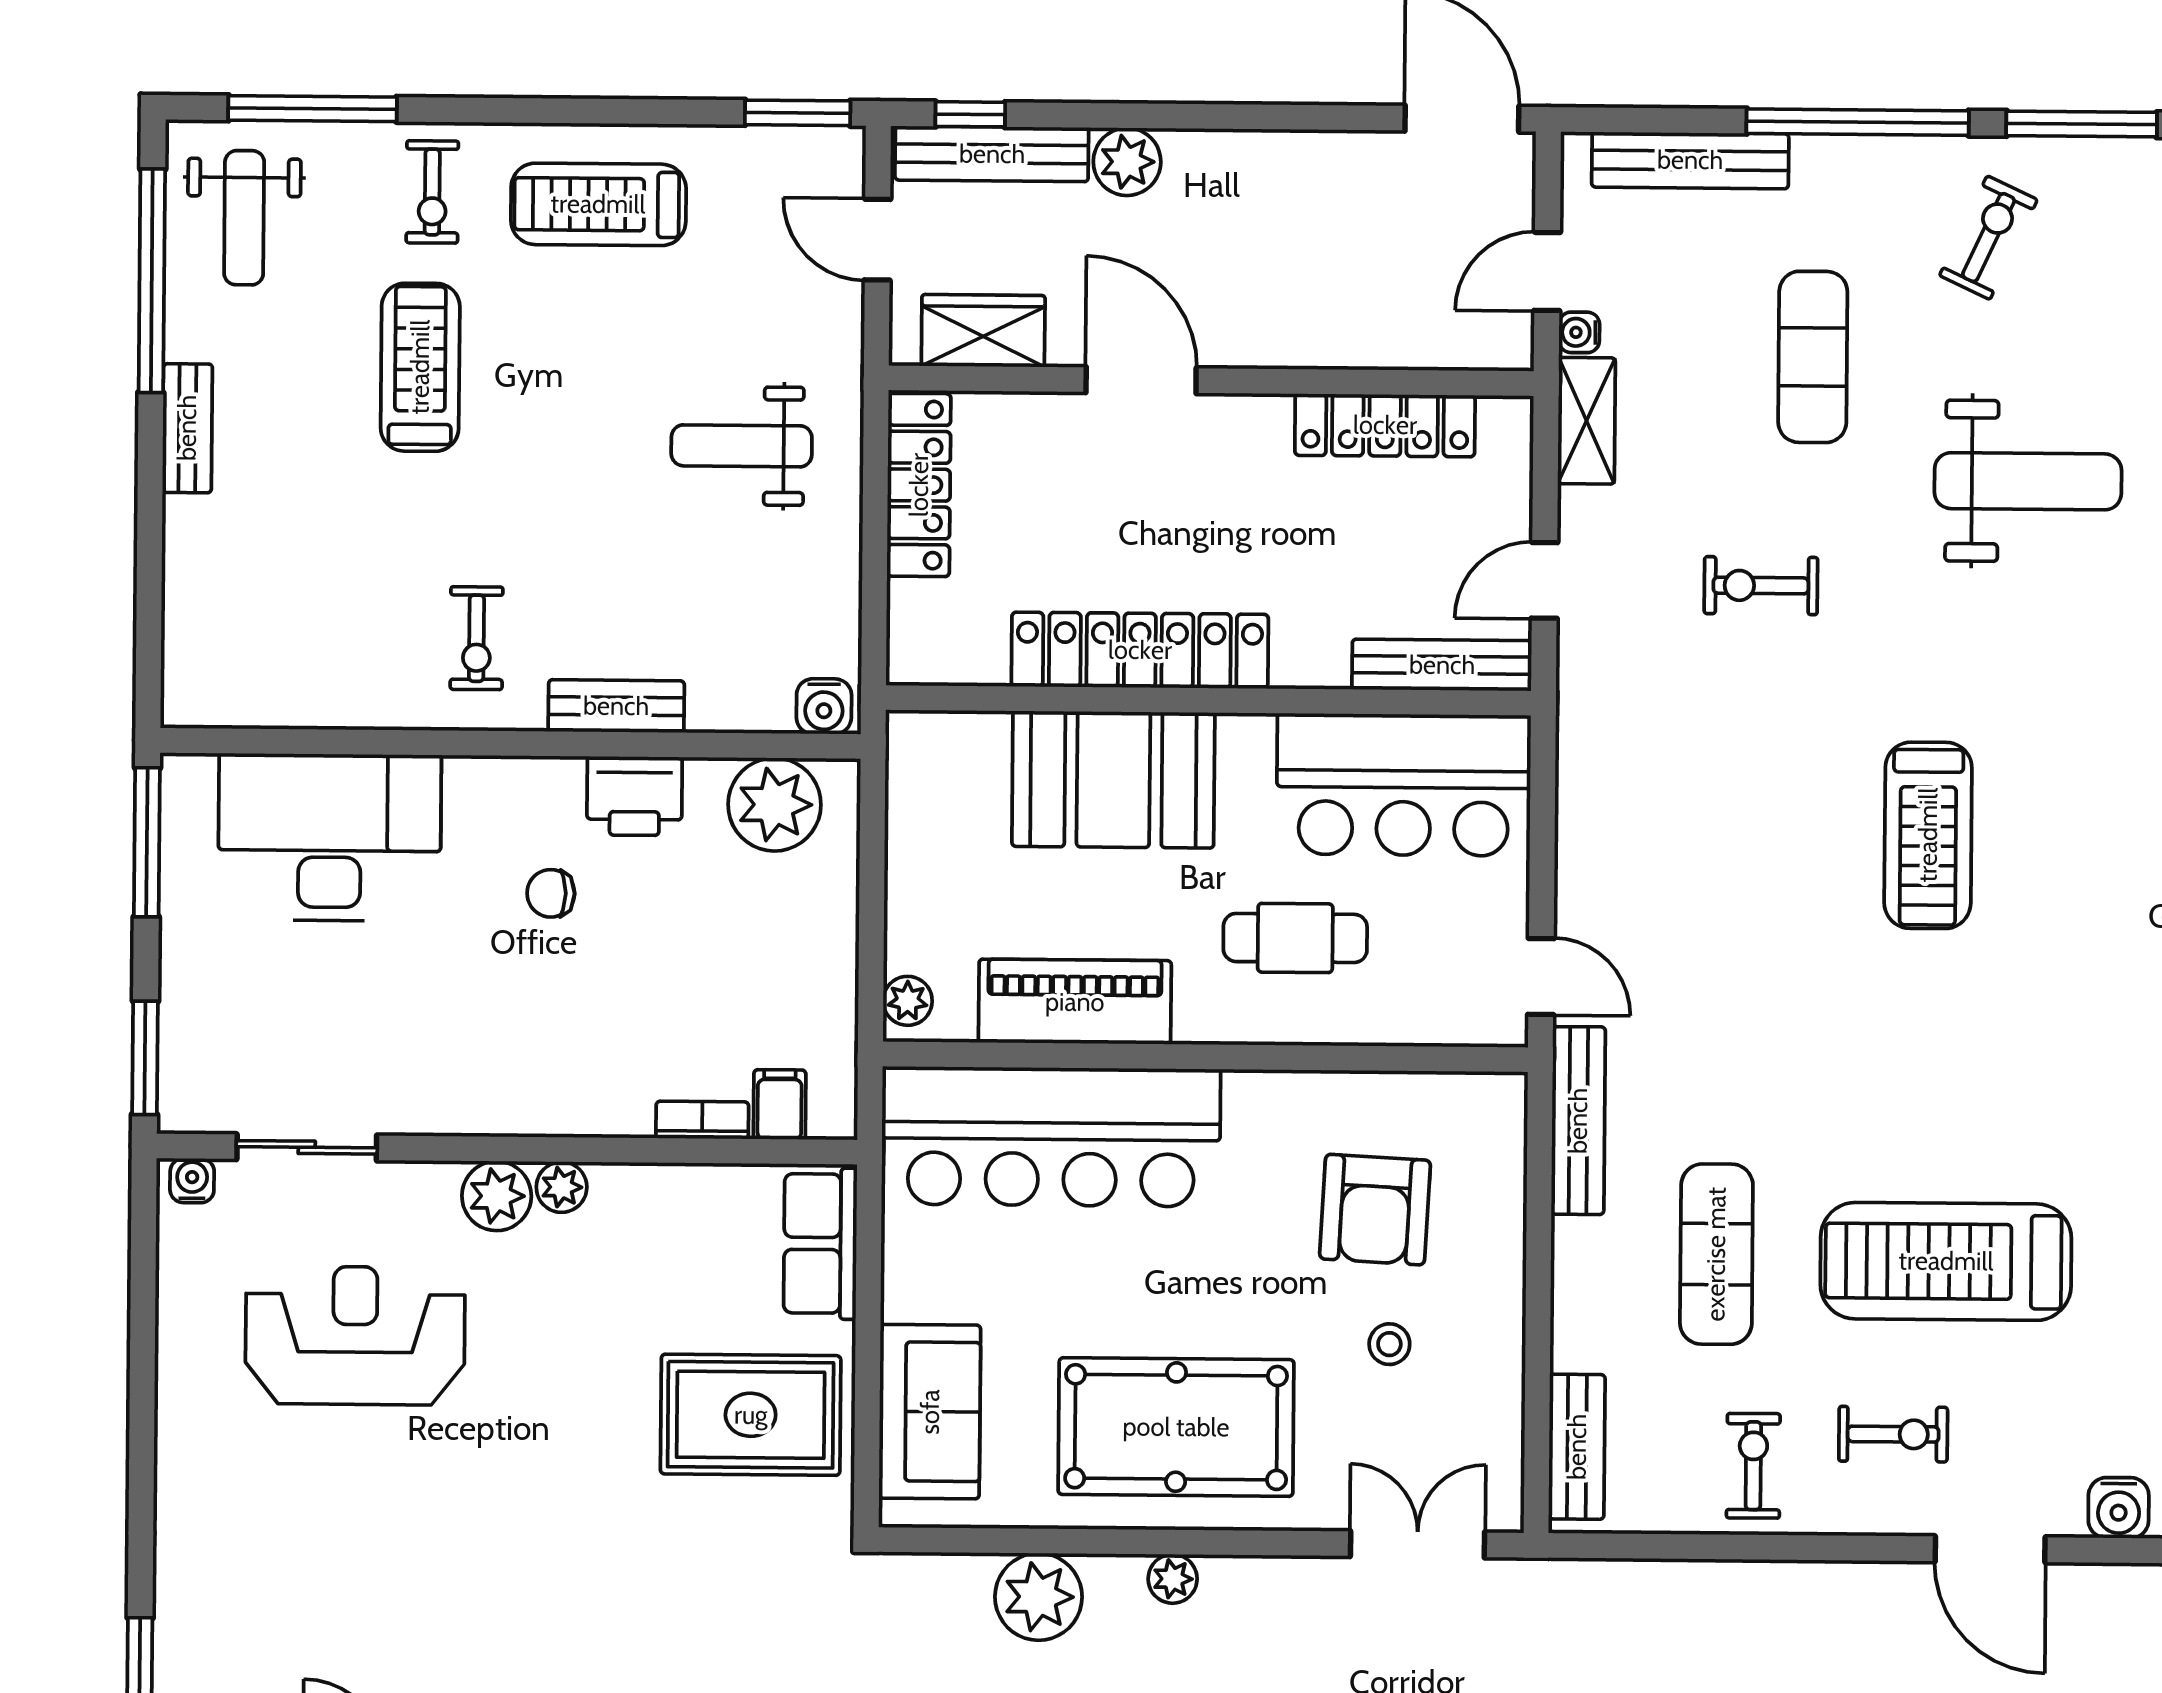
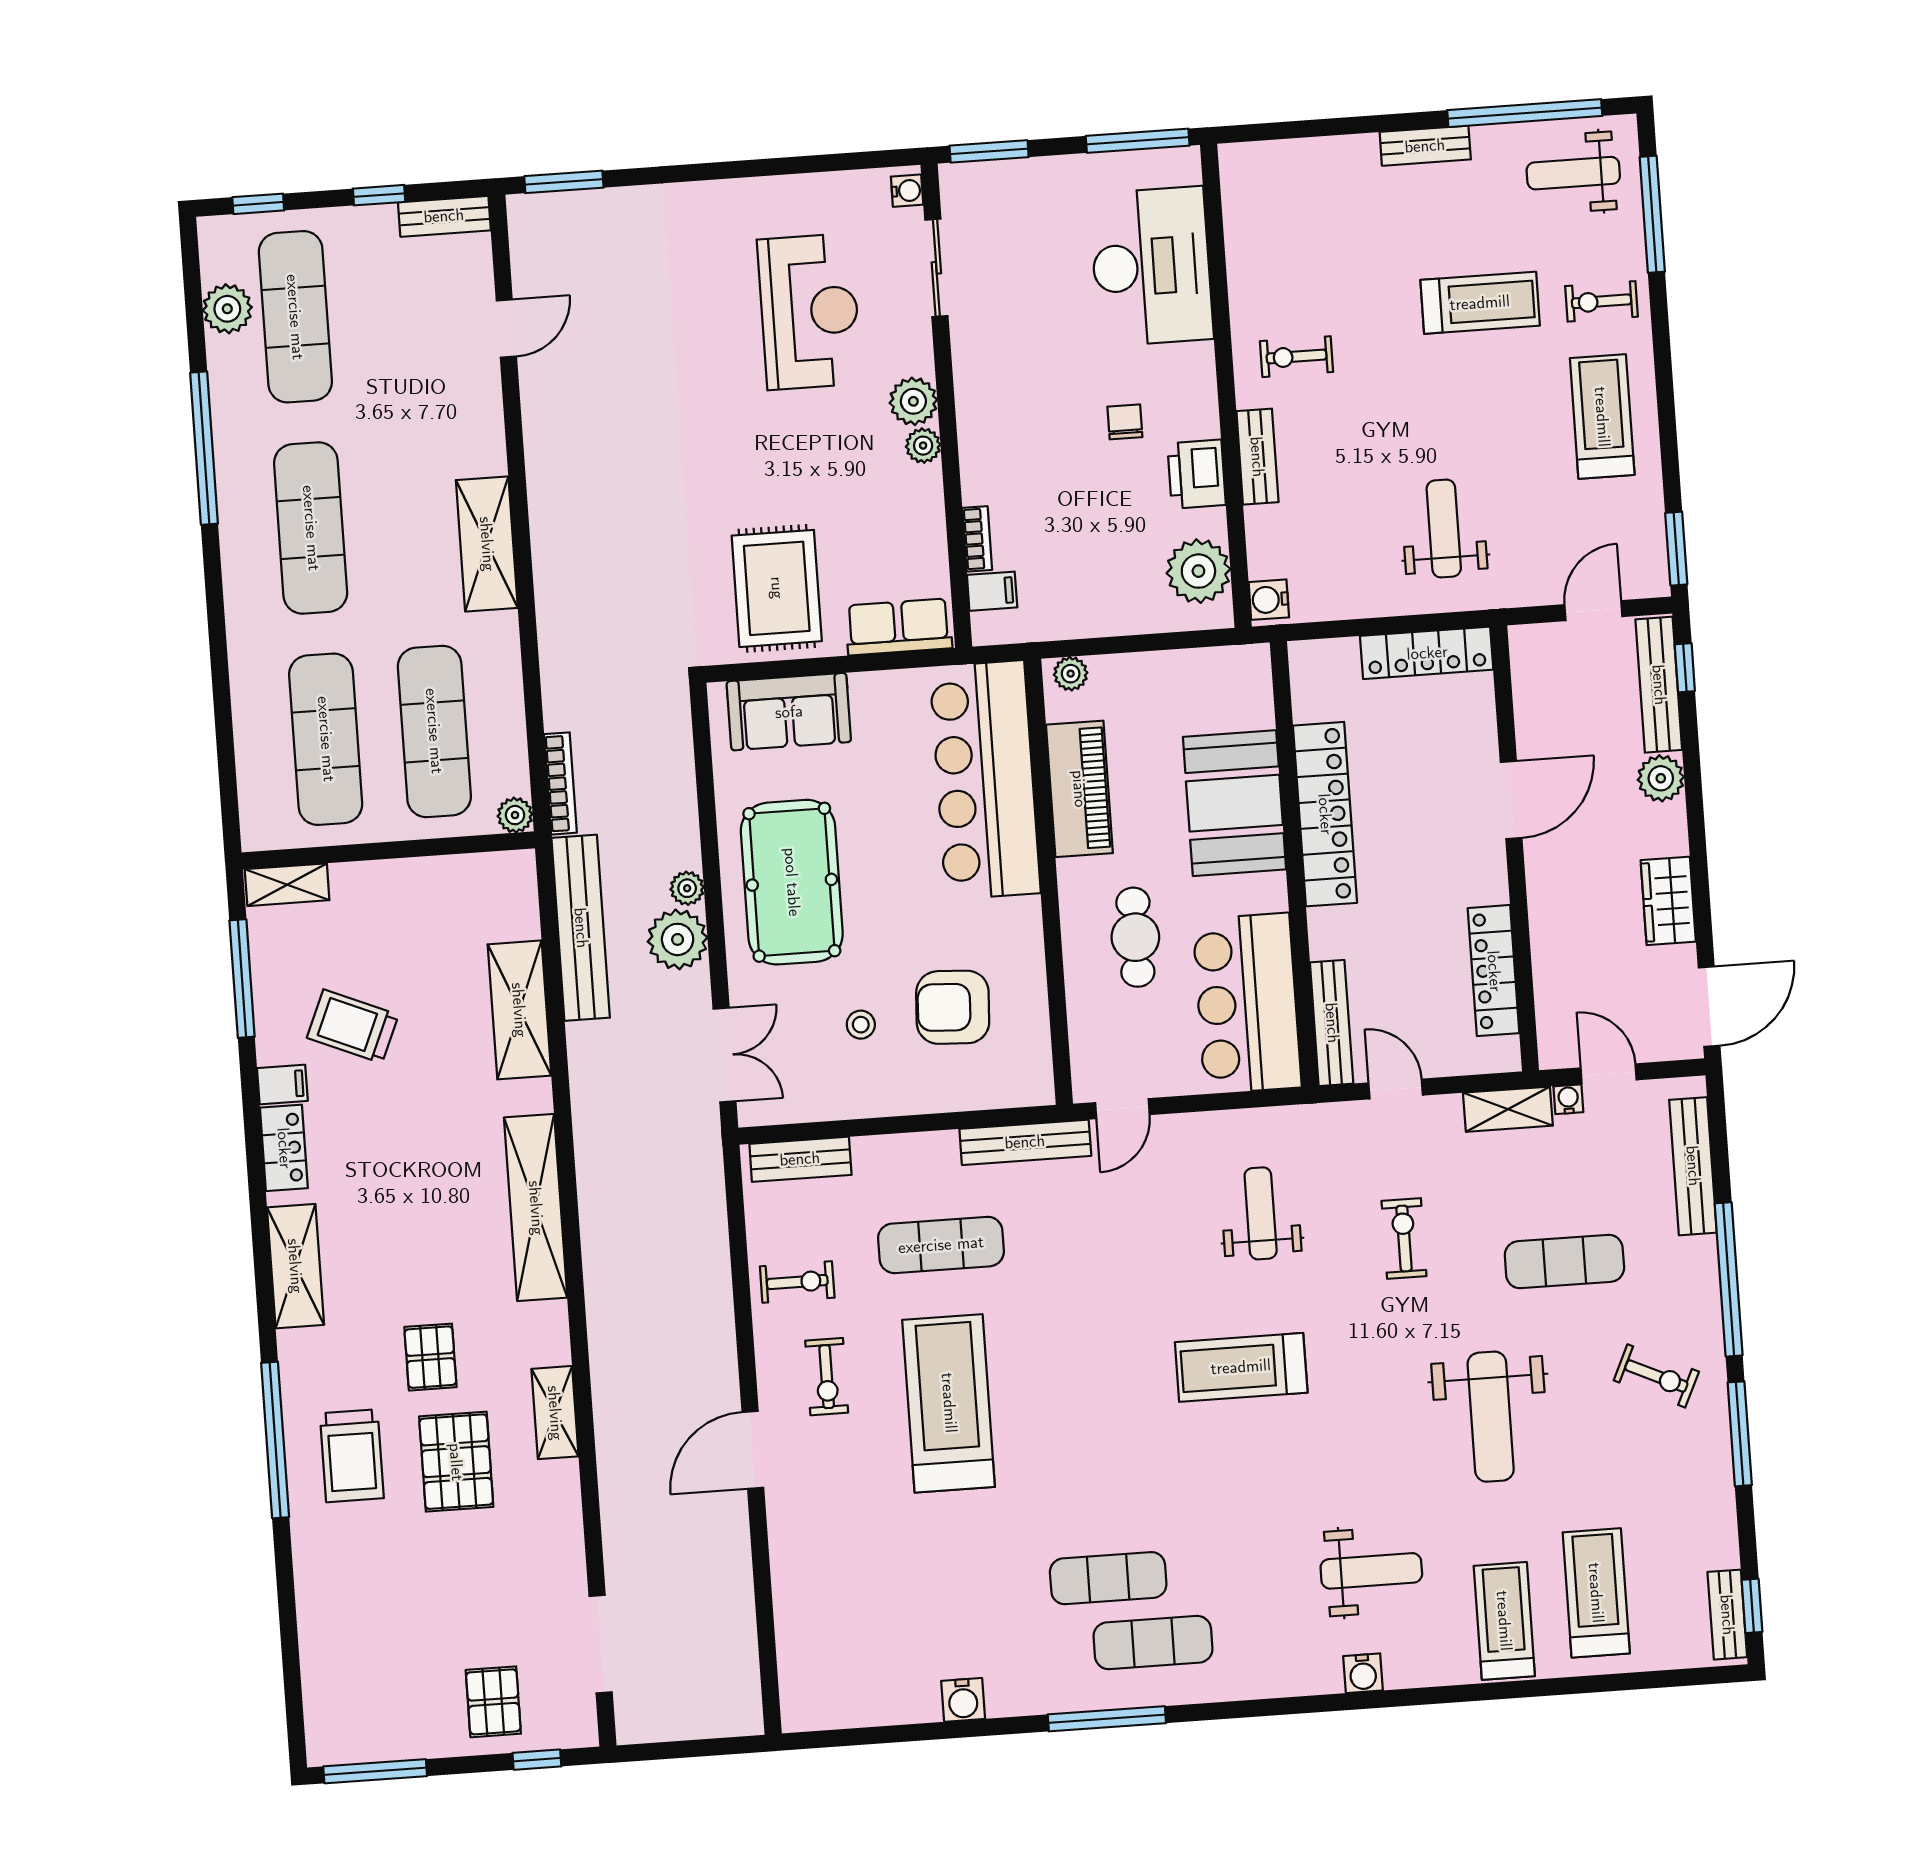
wardrobe: (983, 331) -> (1668, 901), moved, turned 180
weight bench: (1708, 790) -> (1261, 1213), added
water cooler: (2119, 1508) -> (788, 1536), removed
plant: (1039, 1597) -> (678, 939), moved

